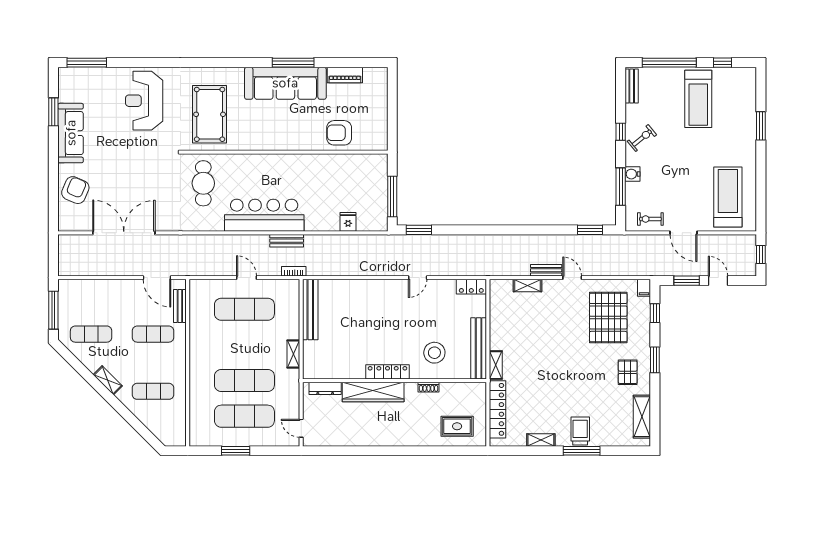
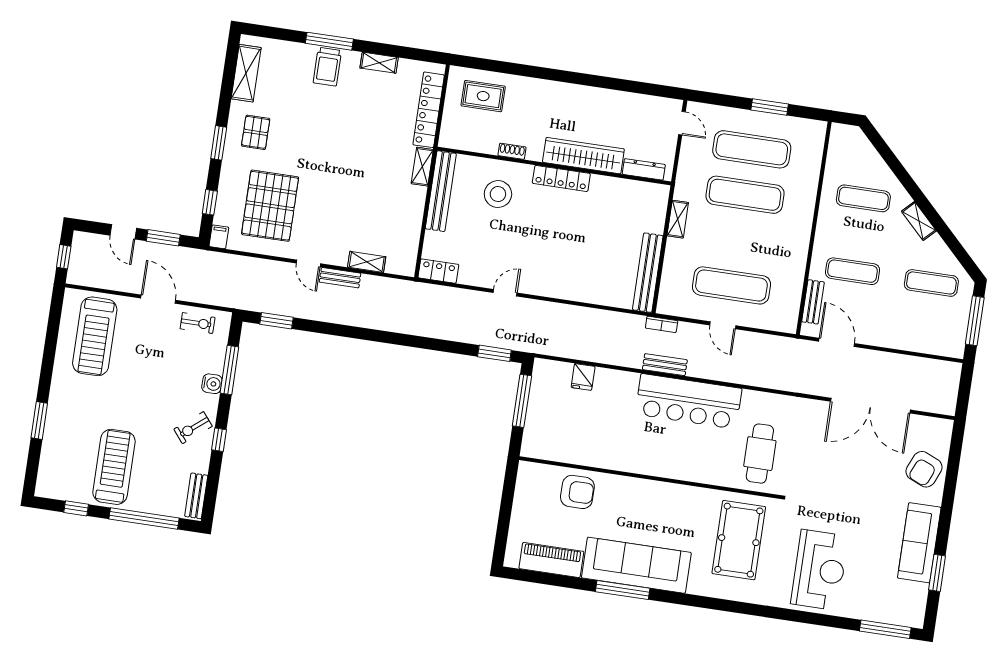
piano: (345, 75) -> (551, 560), width x1.37, depth x1.33

